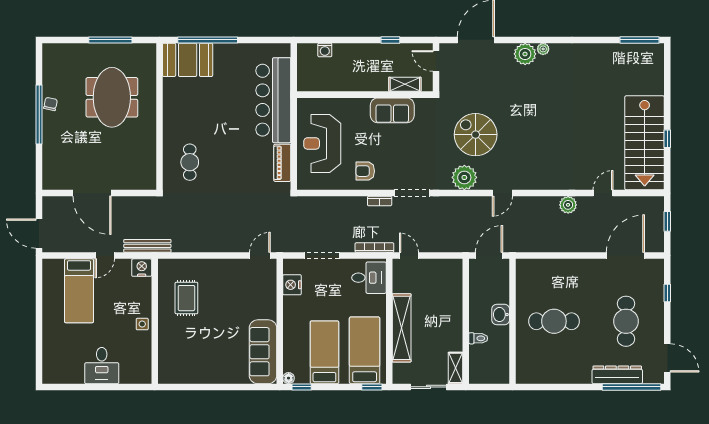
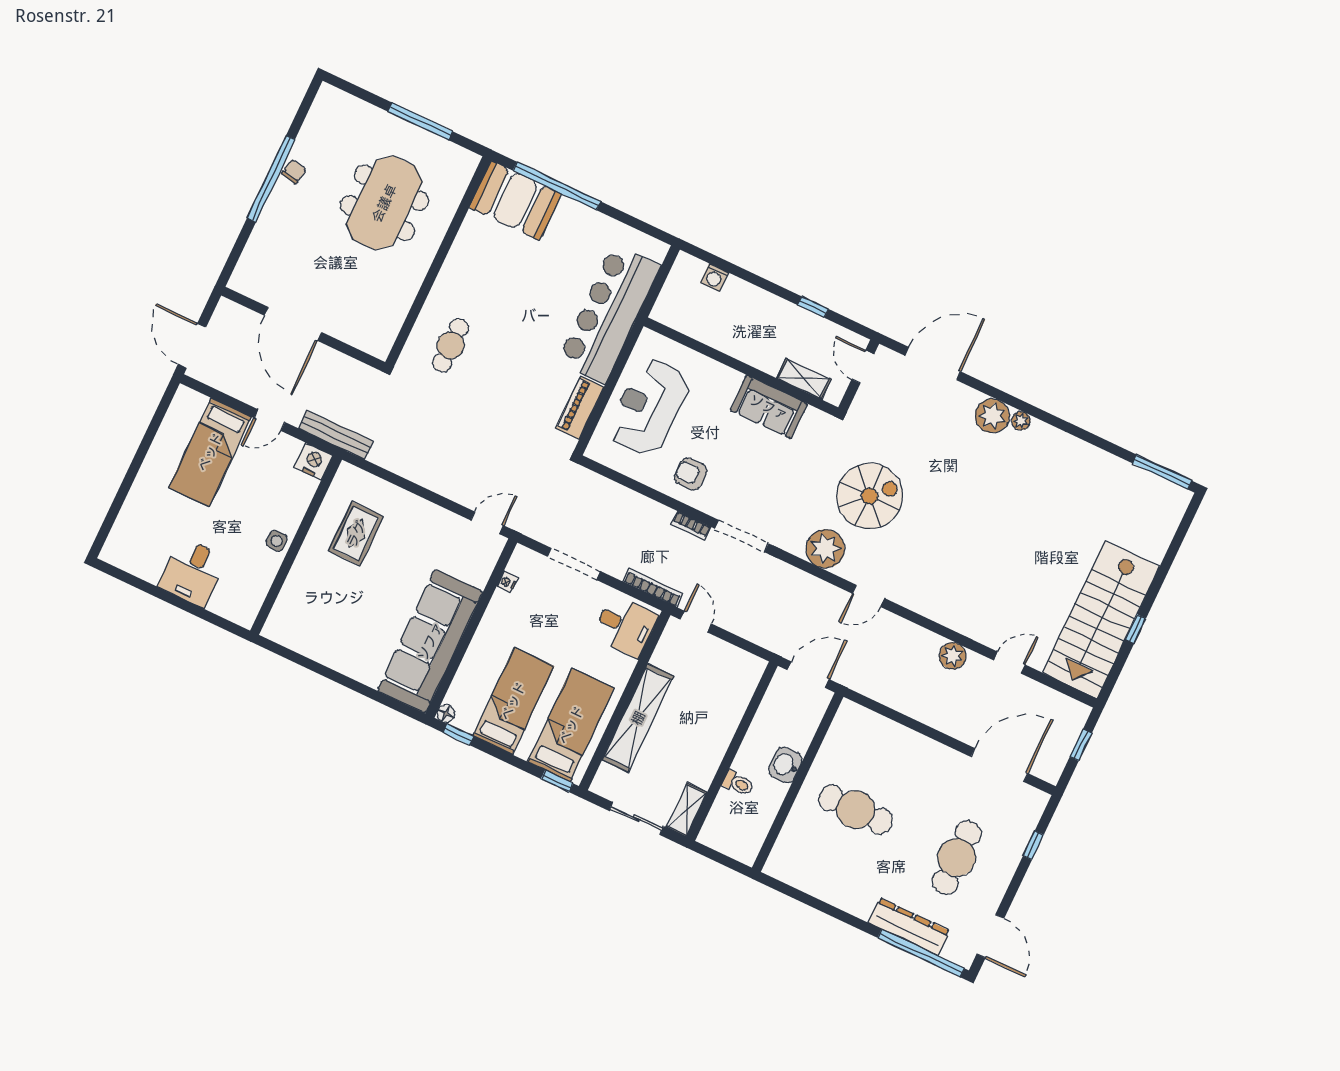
spiral stairs: (476, 135) -> (869, 496), turned 90
nightstand: (292, 285) -> (507, 582), width x0.53, depth x0.56
sofa: (263, 352) -> (430, 641), width x1.36, depth x1.27

